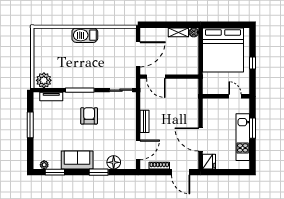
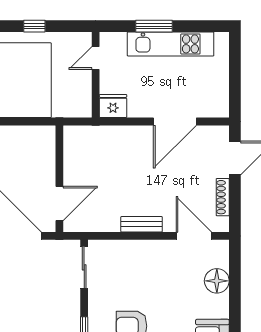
fridge: (209, 162) -> (113, 106), moved
window: (99, 172) -> (235, 309), removed

